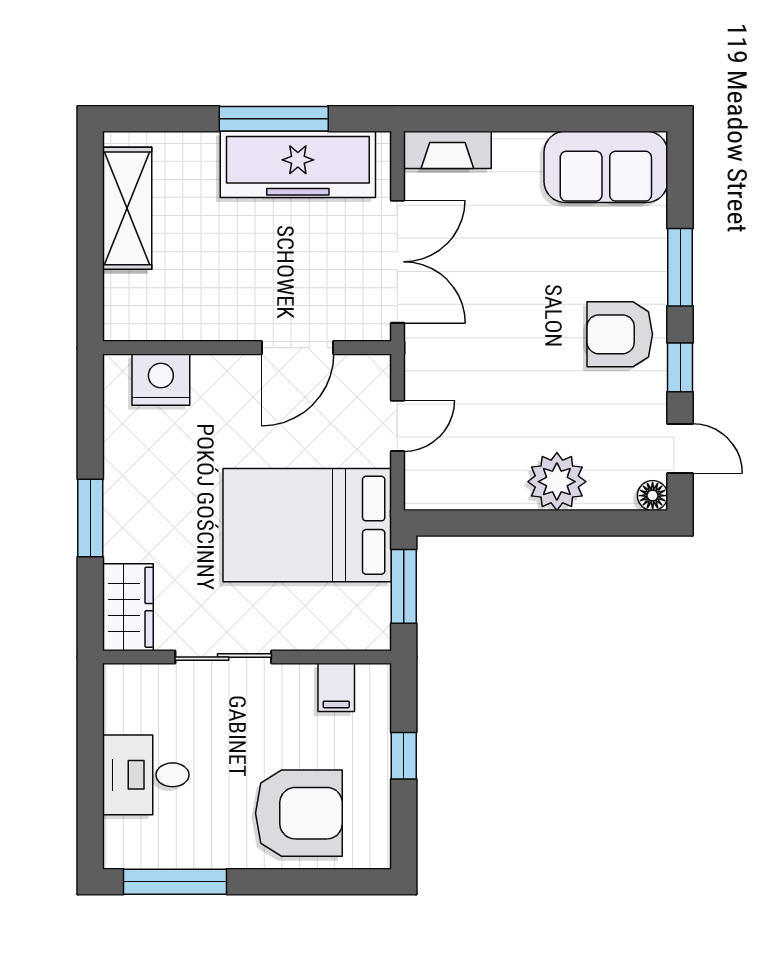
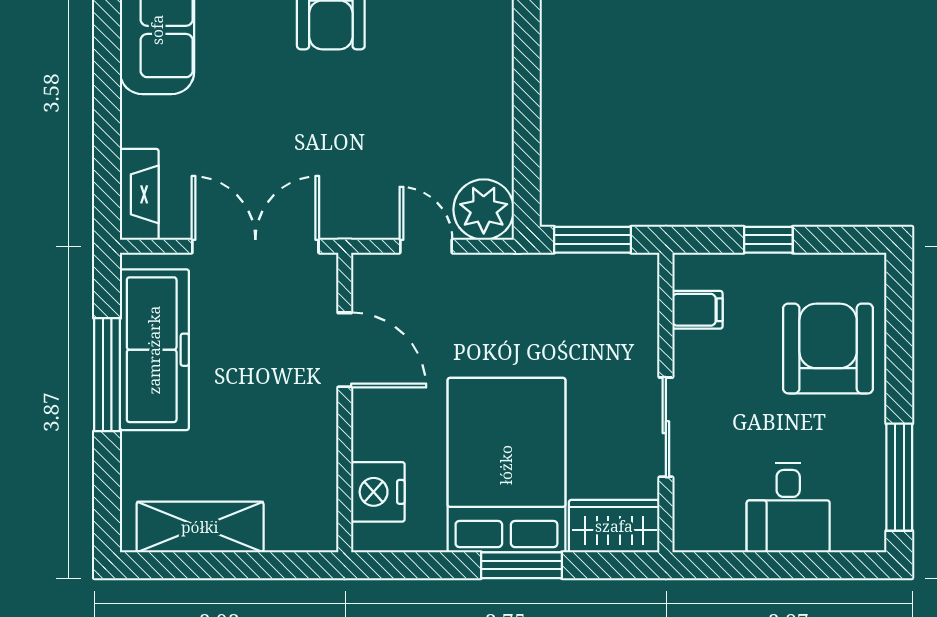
plant: (557, 482) -> (484, 210), moved
bed: (307, 525) -> (506, 465), moved, turned 180

